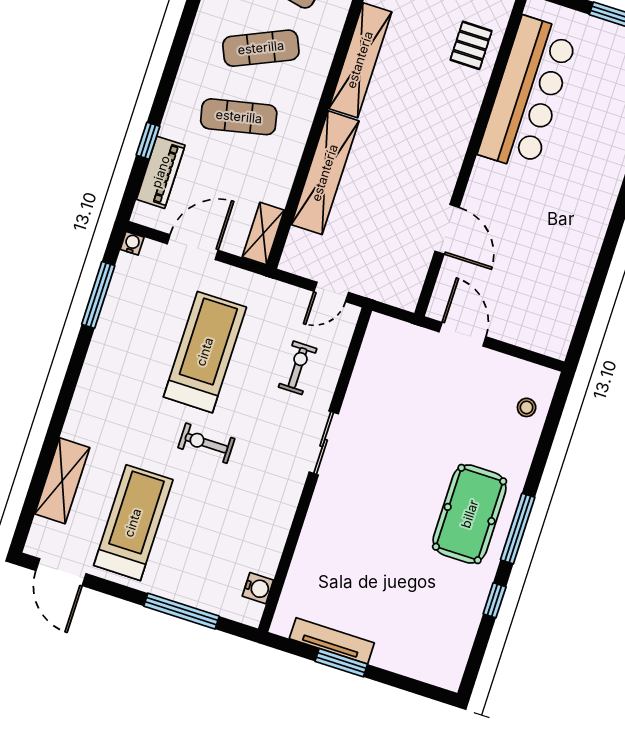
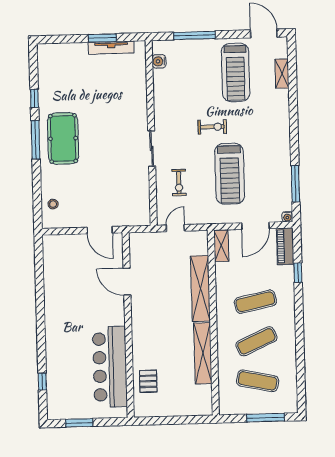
piano: (161, 172) -> (285, 246), moved
shelving: (62, 481) -> (282, 74), width x0.67, depth x0.75

